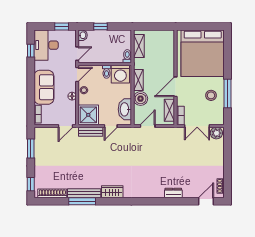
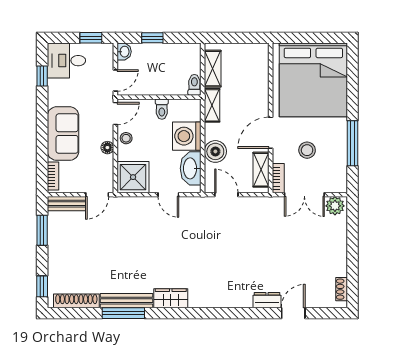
desk: (46, 45) -> (66, 61), width x0.73
washing machine: (120, 74) -> (187, 136), moved, turned 90
shelving: (138, 80) -> (212, 105), moved
stool: (211, 95) -> (307, 150), moved
door: (111, 126) -> (168, 195), hinge flipped
door: (148, 126) -> (226, 195), hinge flipped
bench: (91, 132) -> (66, 204), moved
door: (206, 201) -> (293, 313), moved

